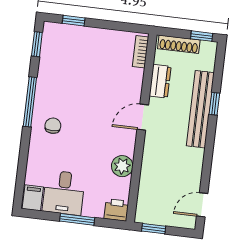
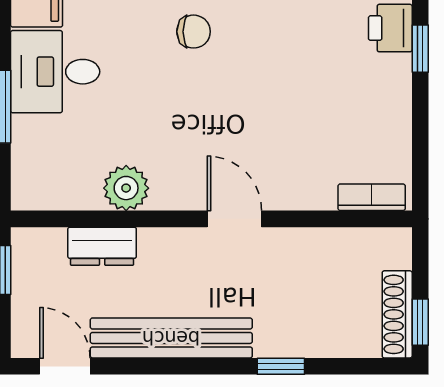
shoe rack: (179, 44) -> (397, 314), moved
dresser: (160, 81) -> (102, 246), moved
bench: (200, 109) -> (171, 338), moved
printer: (116, 210) -> (390, 28), moved, turned 180

